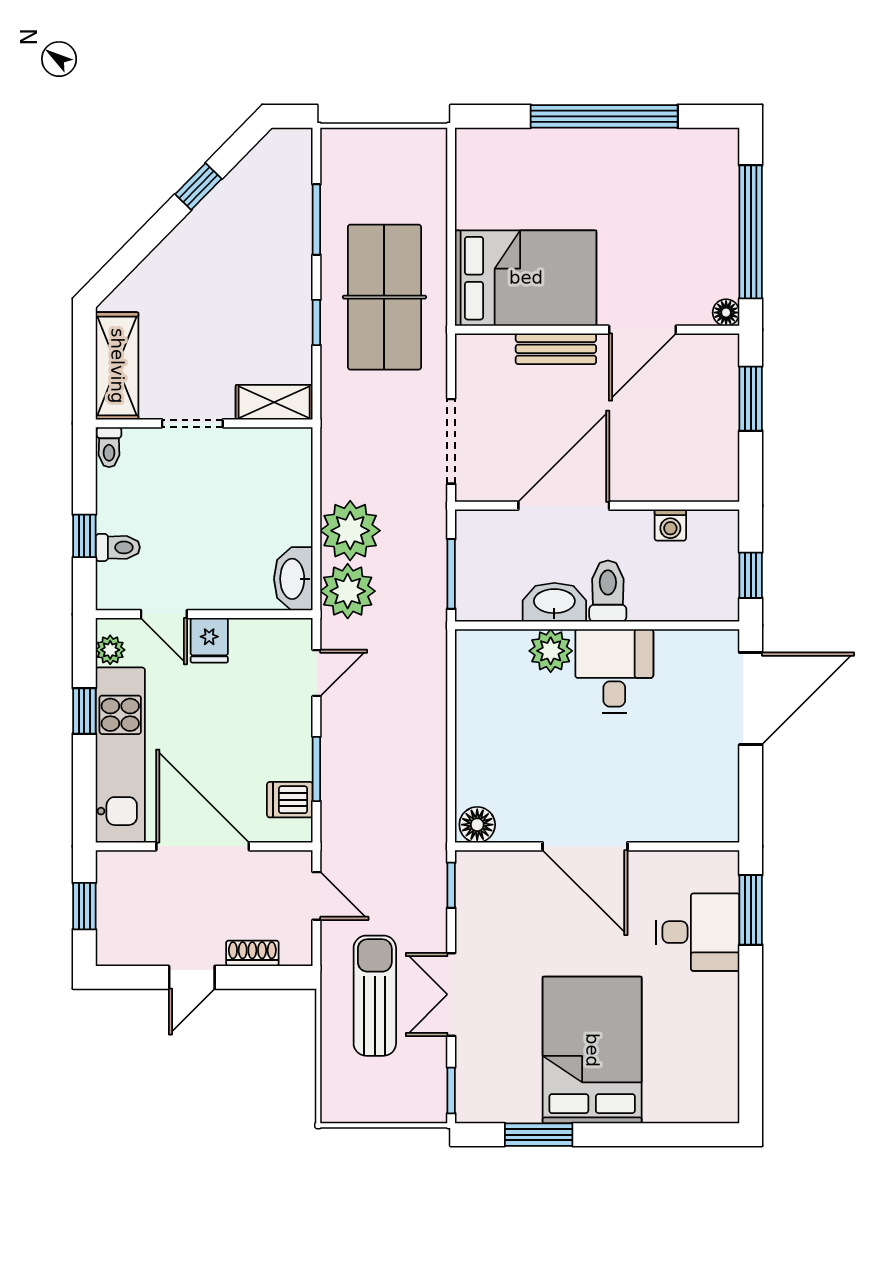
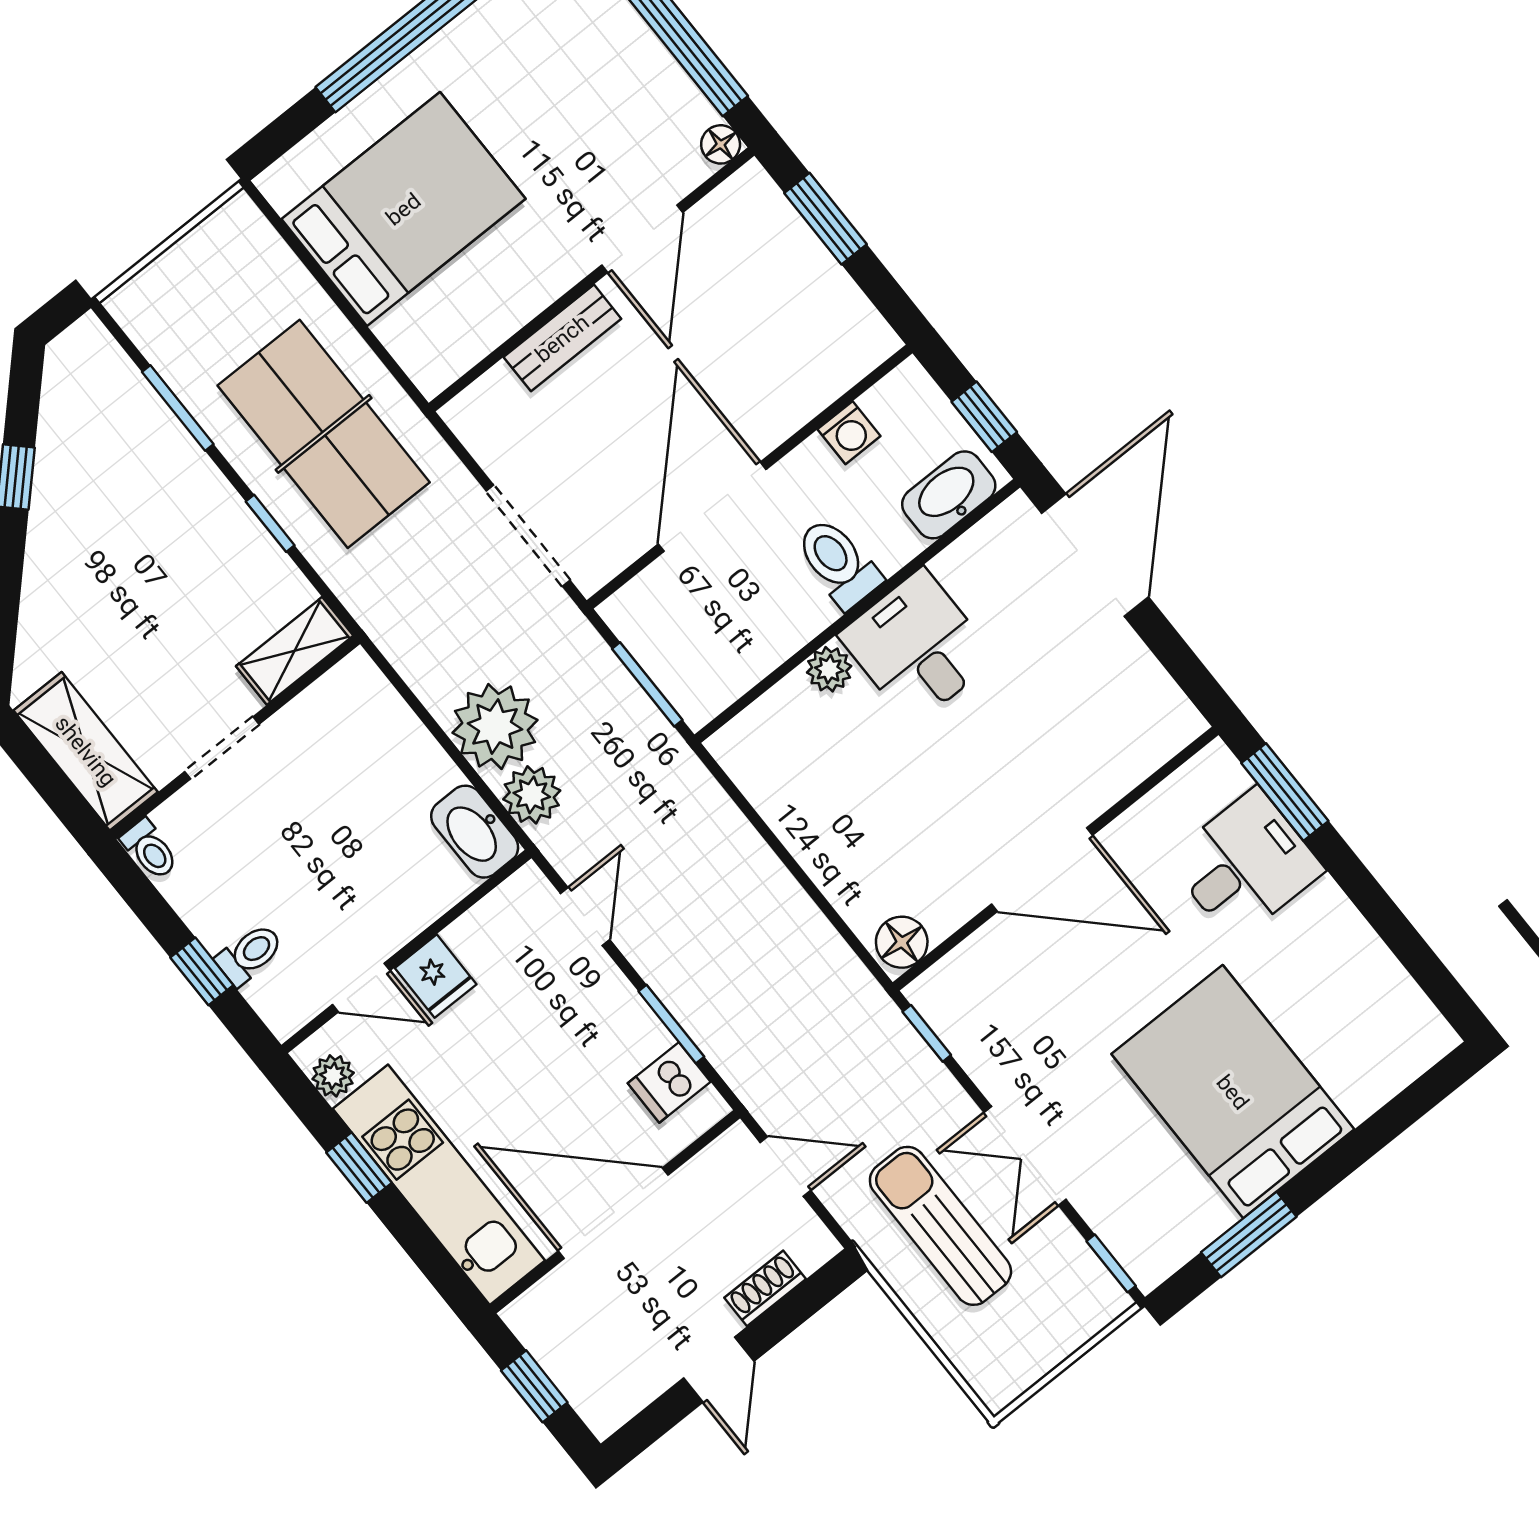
bed: (526, 278) -> (403, 209), moved
plant: (348, 591) -> (532, 795), width x0.73, depth x0.73
washbasin: (554, 602) -> (949, 495), moved
plant: (551, 651) -> (829, 669), width x0.73, depth x0.73

